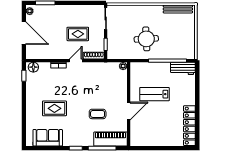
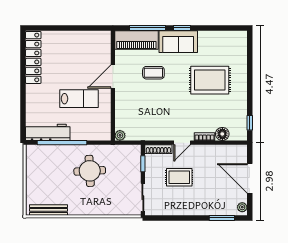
floor lamp: (33, 67) -> (222, 134), moved
workbench: (183, 68) -> (48, 132), width x1.38
rug: (54, 108) -> (210, 80), width x1.36, depth x1.43
sofa: (48, 138) -> (178, 42), moved

